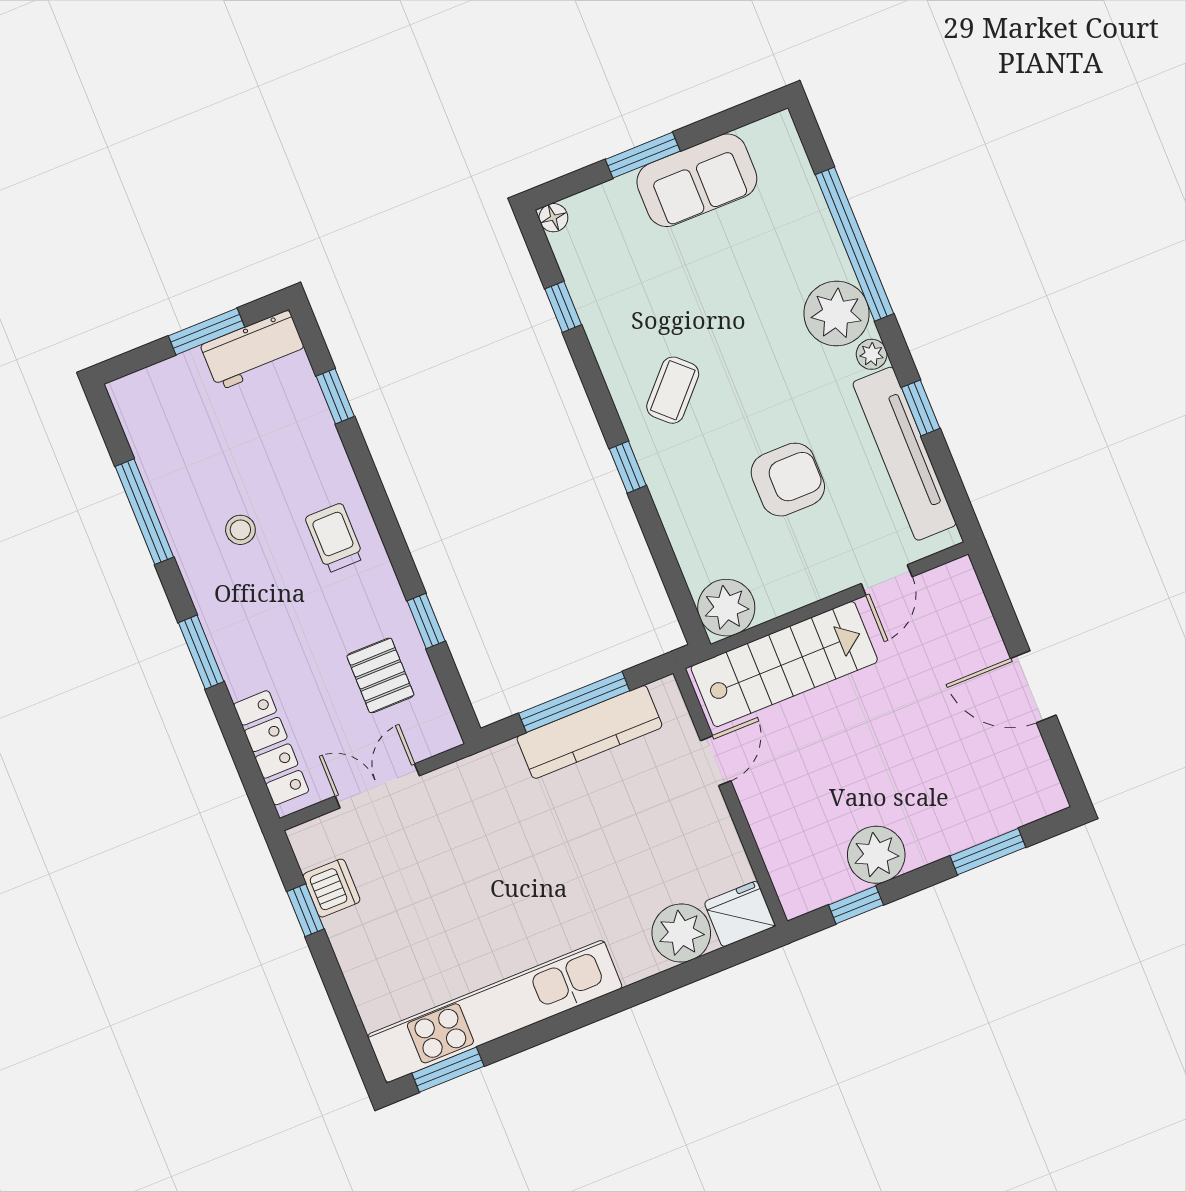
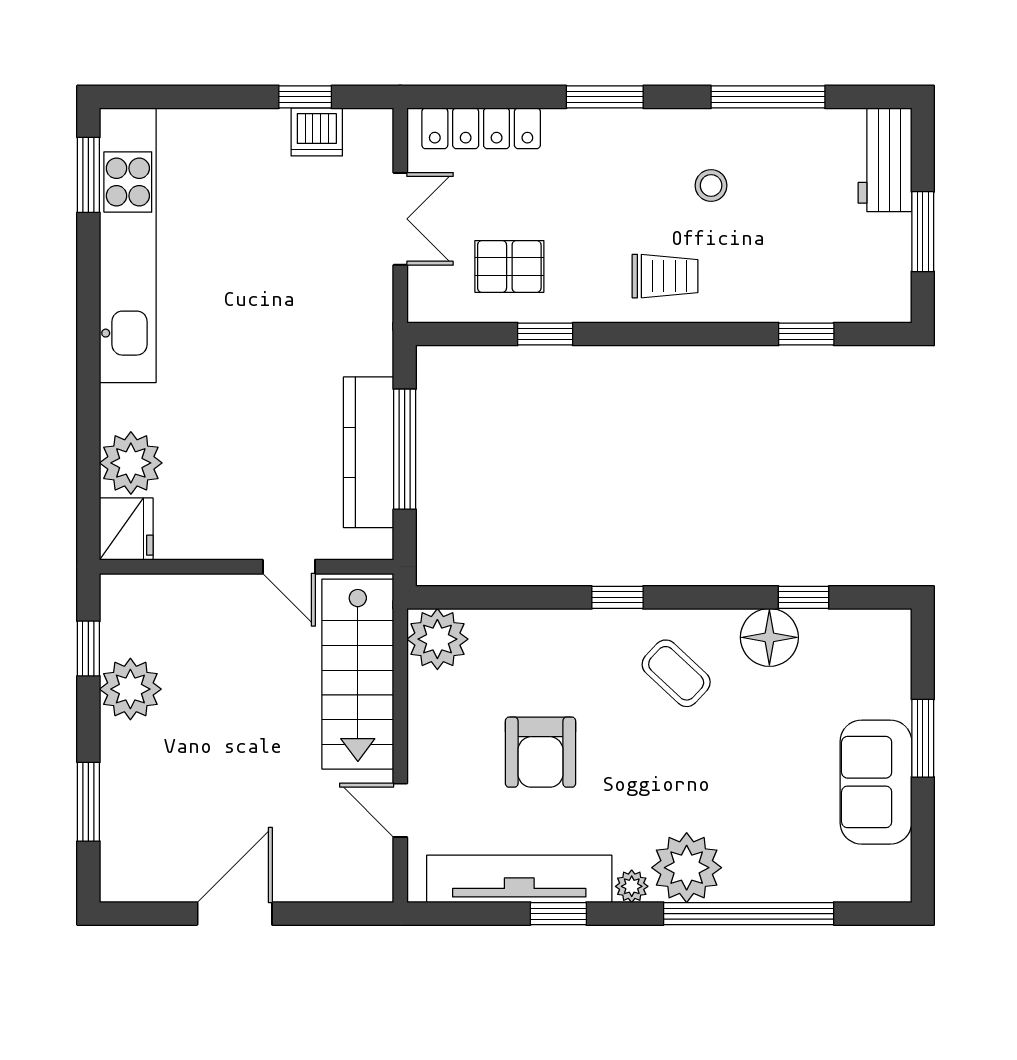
floor lamp: (553, 218) -> (769, 637), moved, width x1.89, depth x1.89
workbench: (254, 350) -> (885, 160), moved

